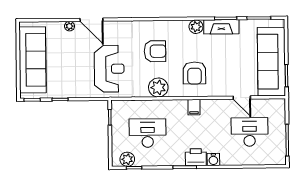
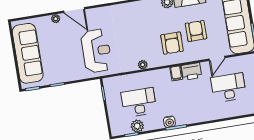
armchair: (155, 51) -> (196, 31), moved, turned -90
plant: (158, 88) -> (143, 65), width x0.53, depth x0.53
door: (242, 98) -> (217, 58), hinge flipped
printer: (196, 157) -> (192, 71), moved, turned 180
plant: (127, 159) -> (137, 126), moved
water cooler: (213, 159) -> (169, 122), moved

